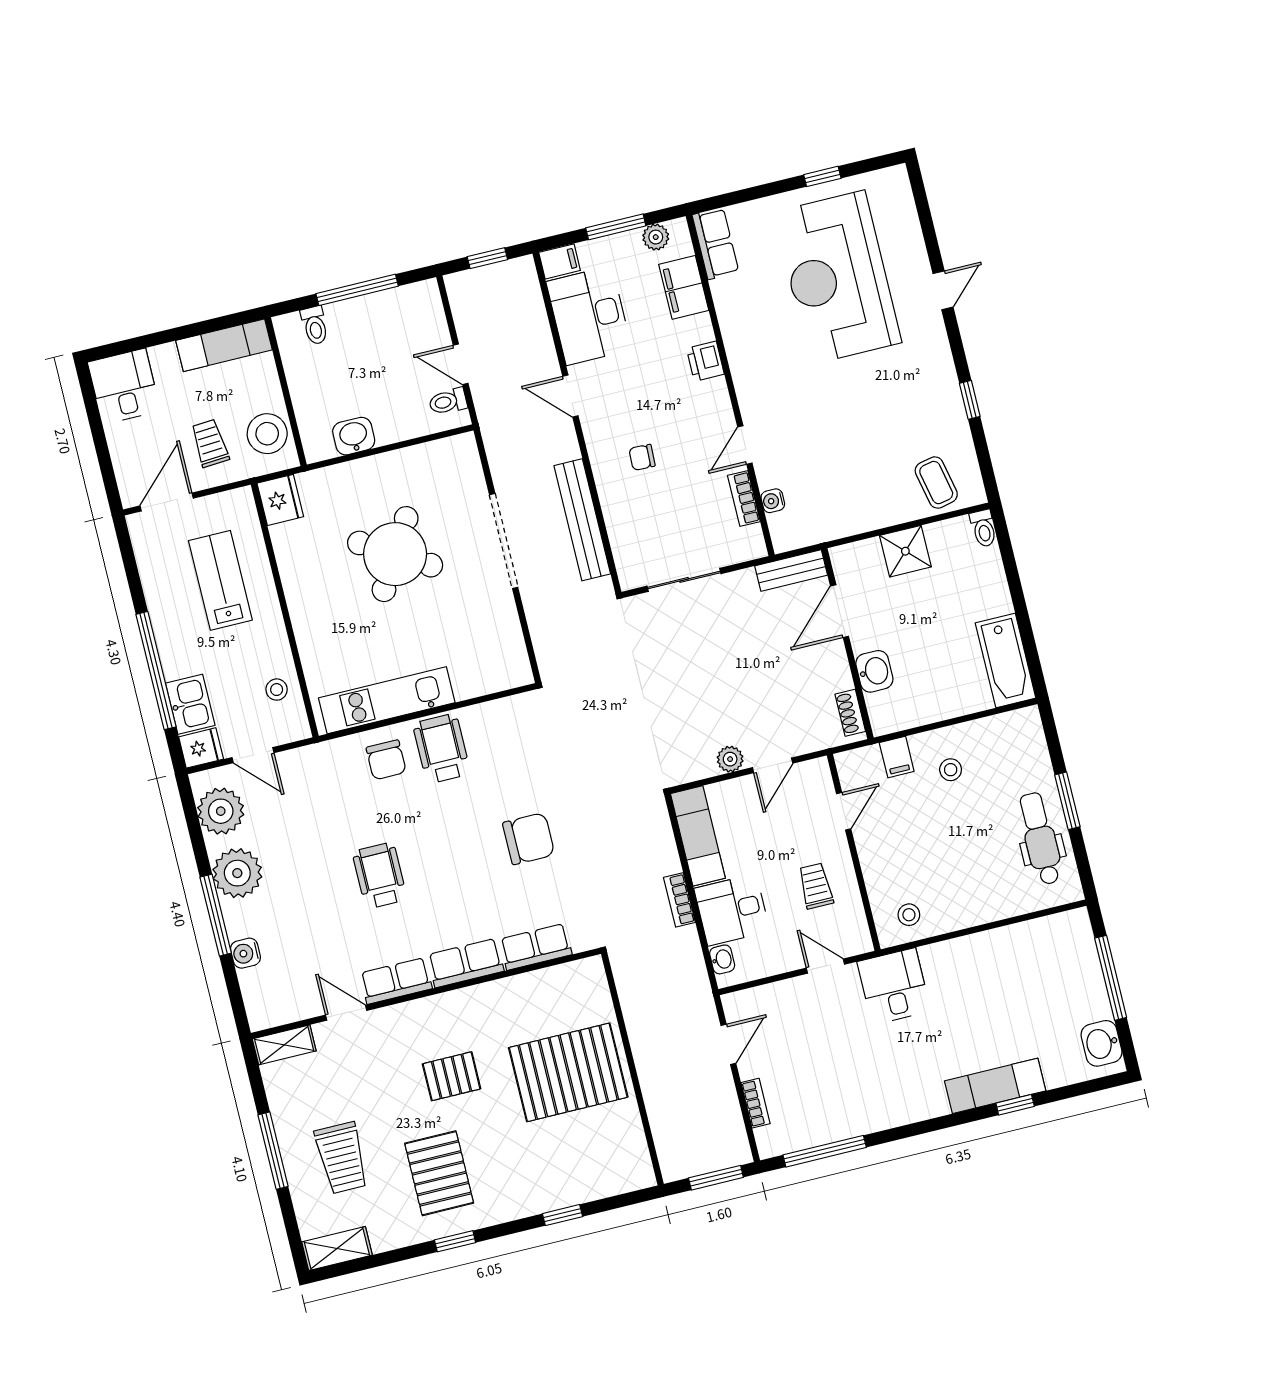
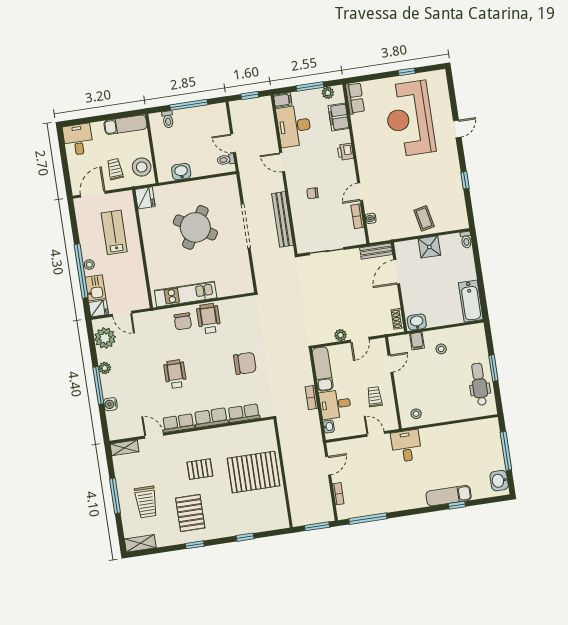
coffee table: (936, 483) -> (424, 218), moved
washbasin: (874, 671) -> (417, 322), moved, turned -90
stool: (277, 690) -> (89, 265), moved
plant: (237, 873) -> (105, 368), width x0.53, depth x0.53

